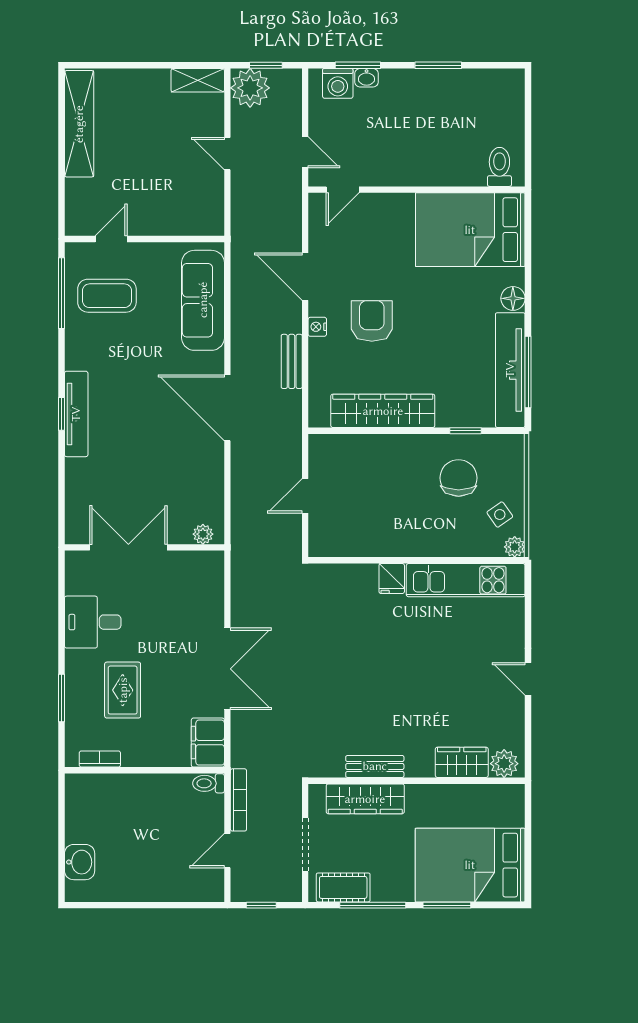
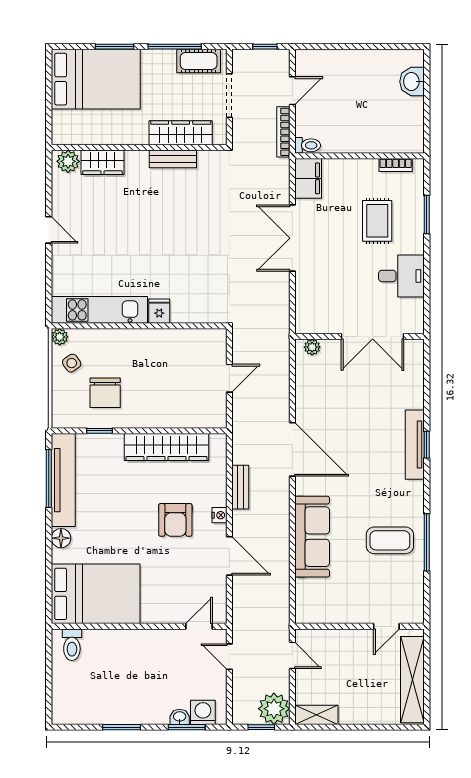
door: (111, 239) -> (386, 626), moved
wall: (144, 239) -> (360, 626), moved

